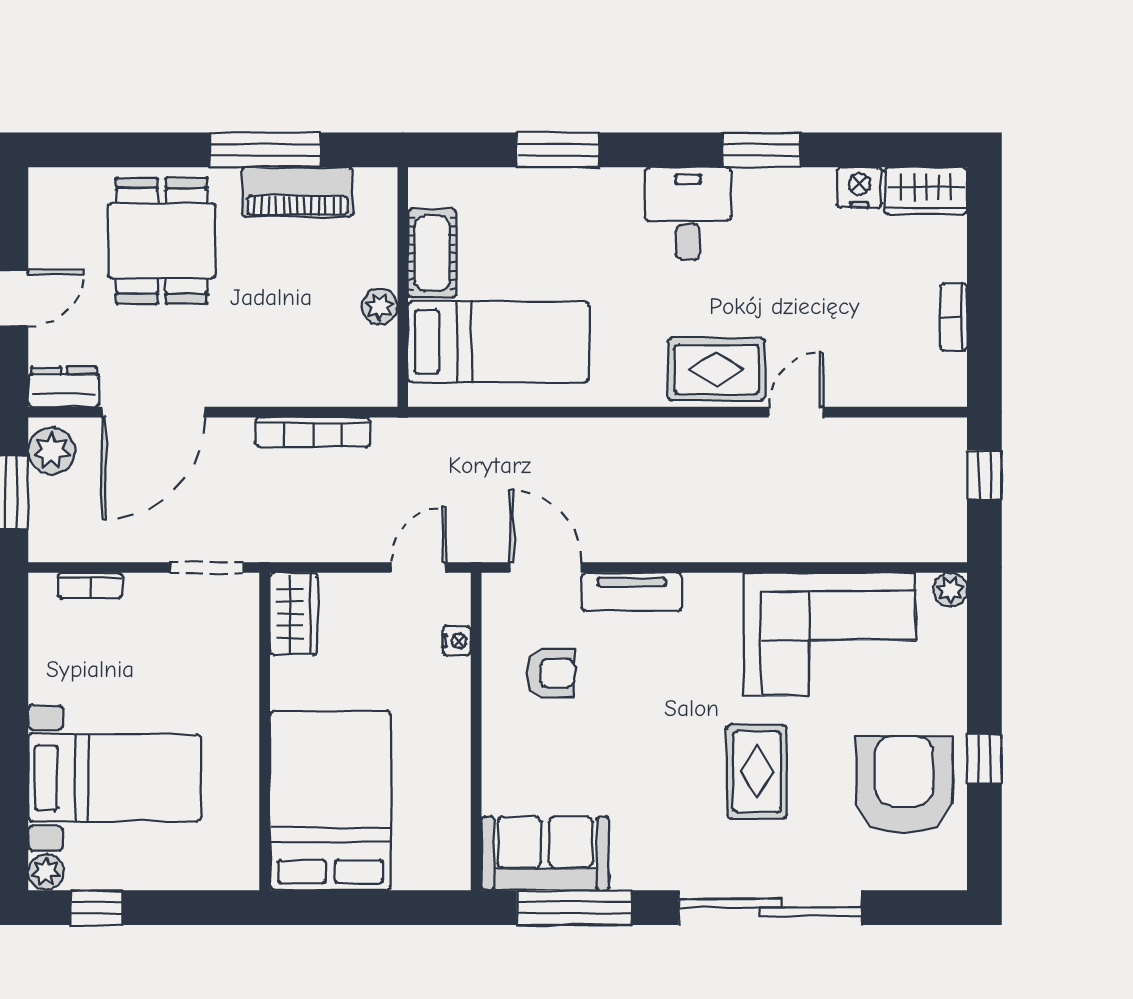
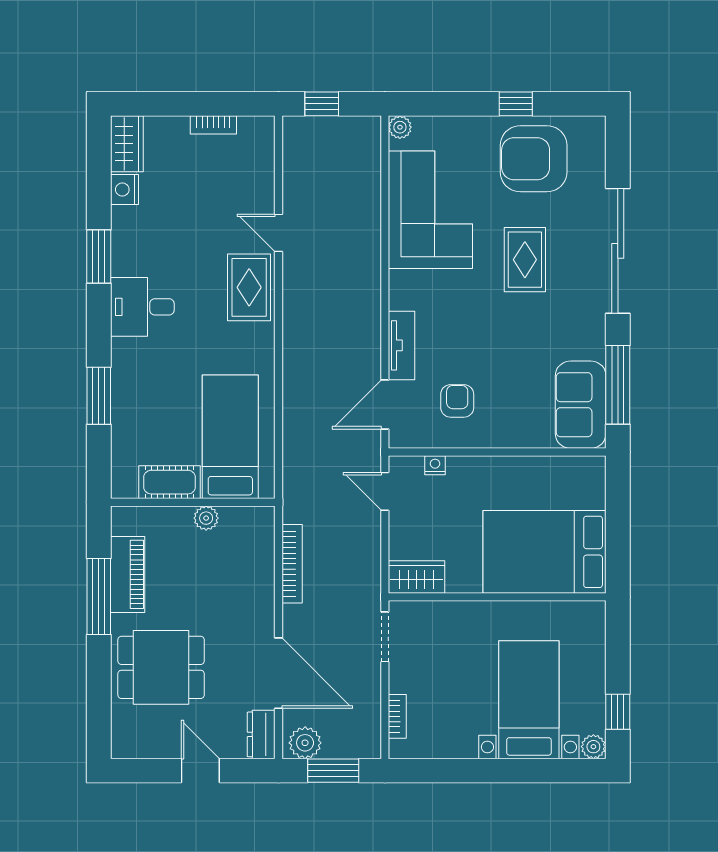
rug: (757, 772) -> (525, 260), turned 90

